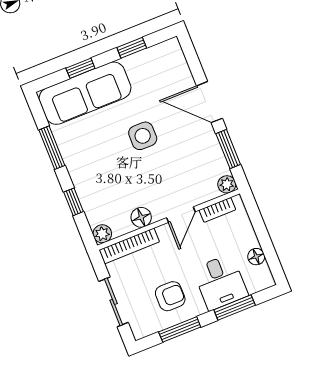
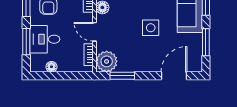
window: (132, 48) -> (206, 42), width x1.50
door: (209, 102) -> (174, 76), moved
plant: (227, 184) -> (107, 61), width x1.88, depth x1.88

